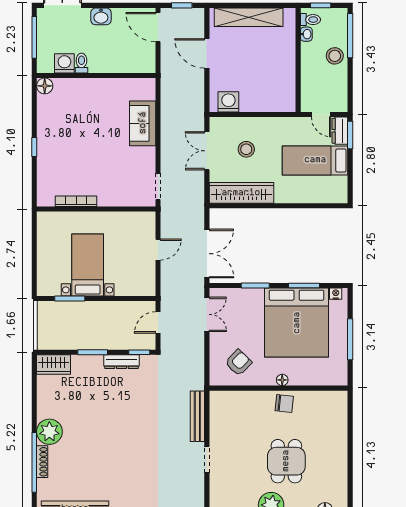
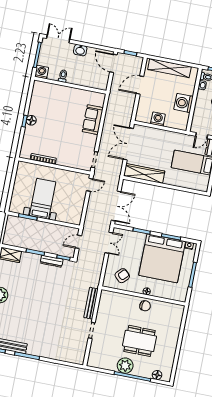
door: (207, 53) -> (140, 85), hinge flipped
washing machine: (64, 63) -> (42, 72), moved
washing machine: (282, 68) -> (184, 103), added
floor lamp: (45, 86) -> (31, 120), moved
washing machine: (228, 102) -> (158, 119), moved
door: (321, 115) -> (202, 136), hinge flipped
stool: (246, 149) -> (152, 148), removed
double door: (207, 151) -> (128, 144), width x1.37
door: (158, 250) -> (90, 185), moved
dining table: (286, 461) -> (140, 341), width x1.38

